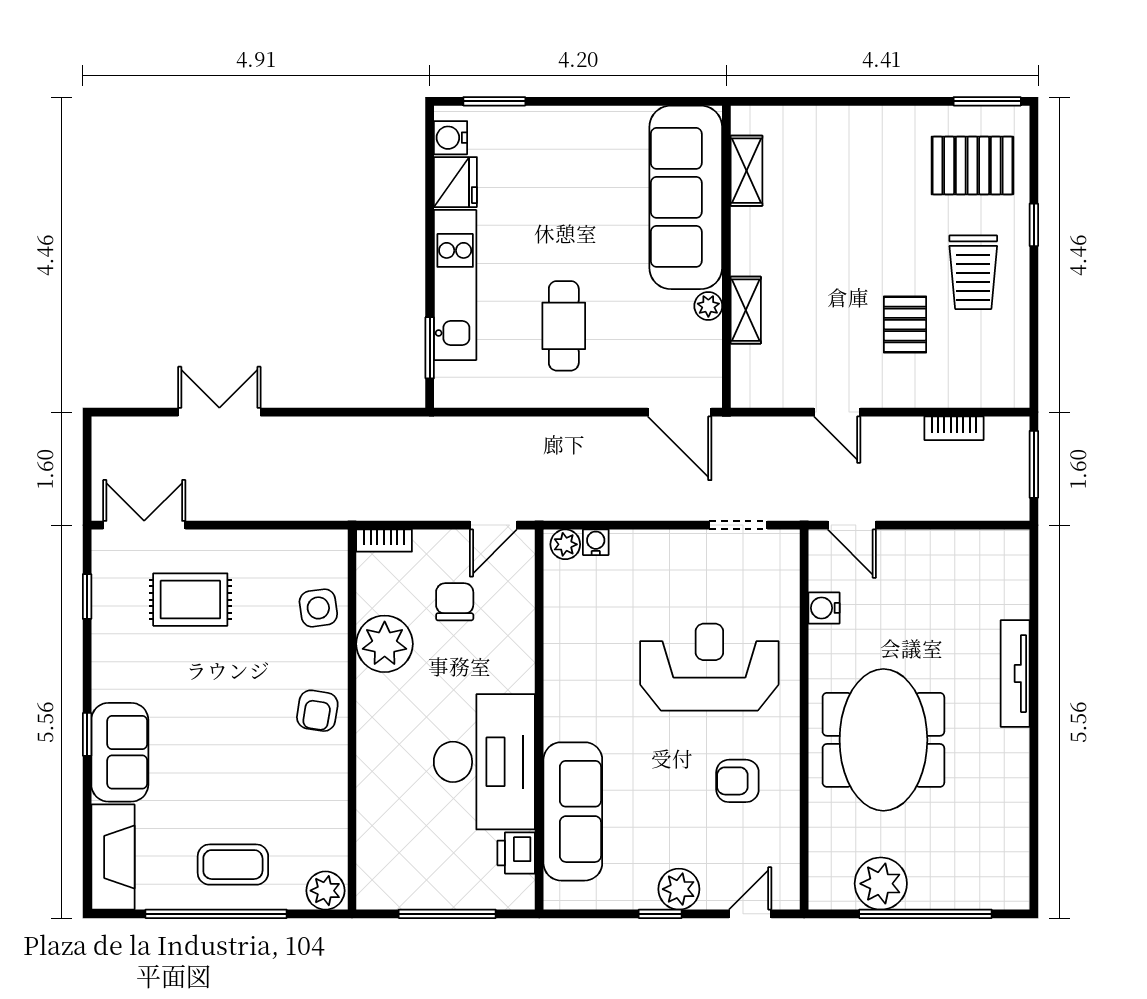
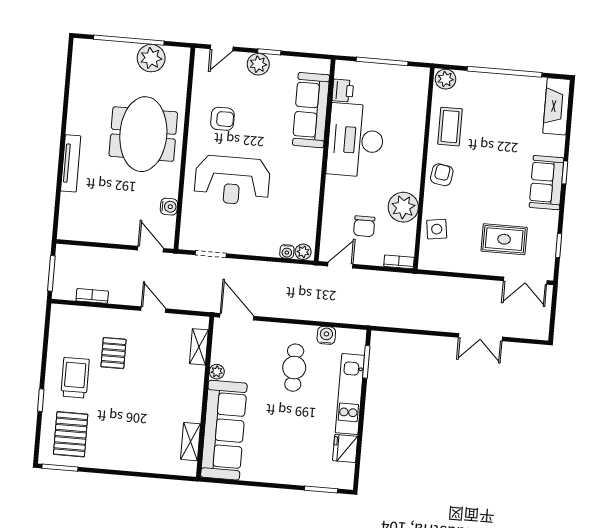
water cooler: (451, 138) -> (326, 335), moved, turned -90
pallet: (972, 166) -> (71, 434), turned 90
shelving: (746, 310) -> (199, 347), moved
sofa: (120, 752) -> (546, 183), moved
coffee table: (233, 865) -> (450, 127), moved, turned 90

